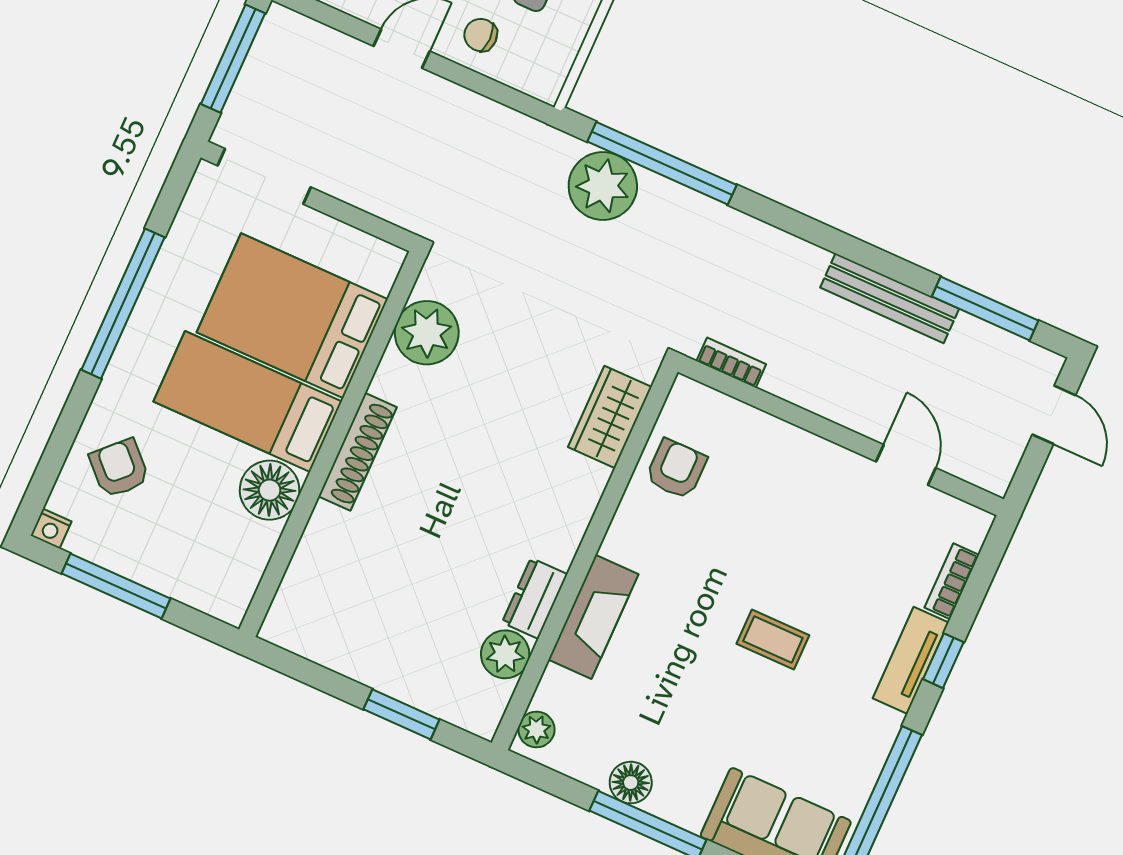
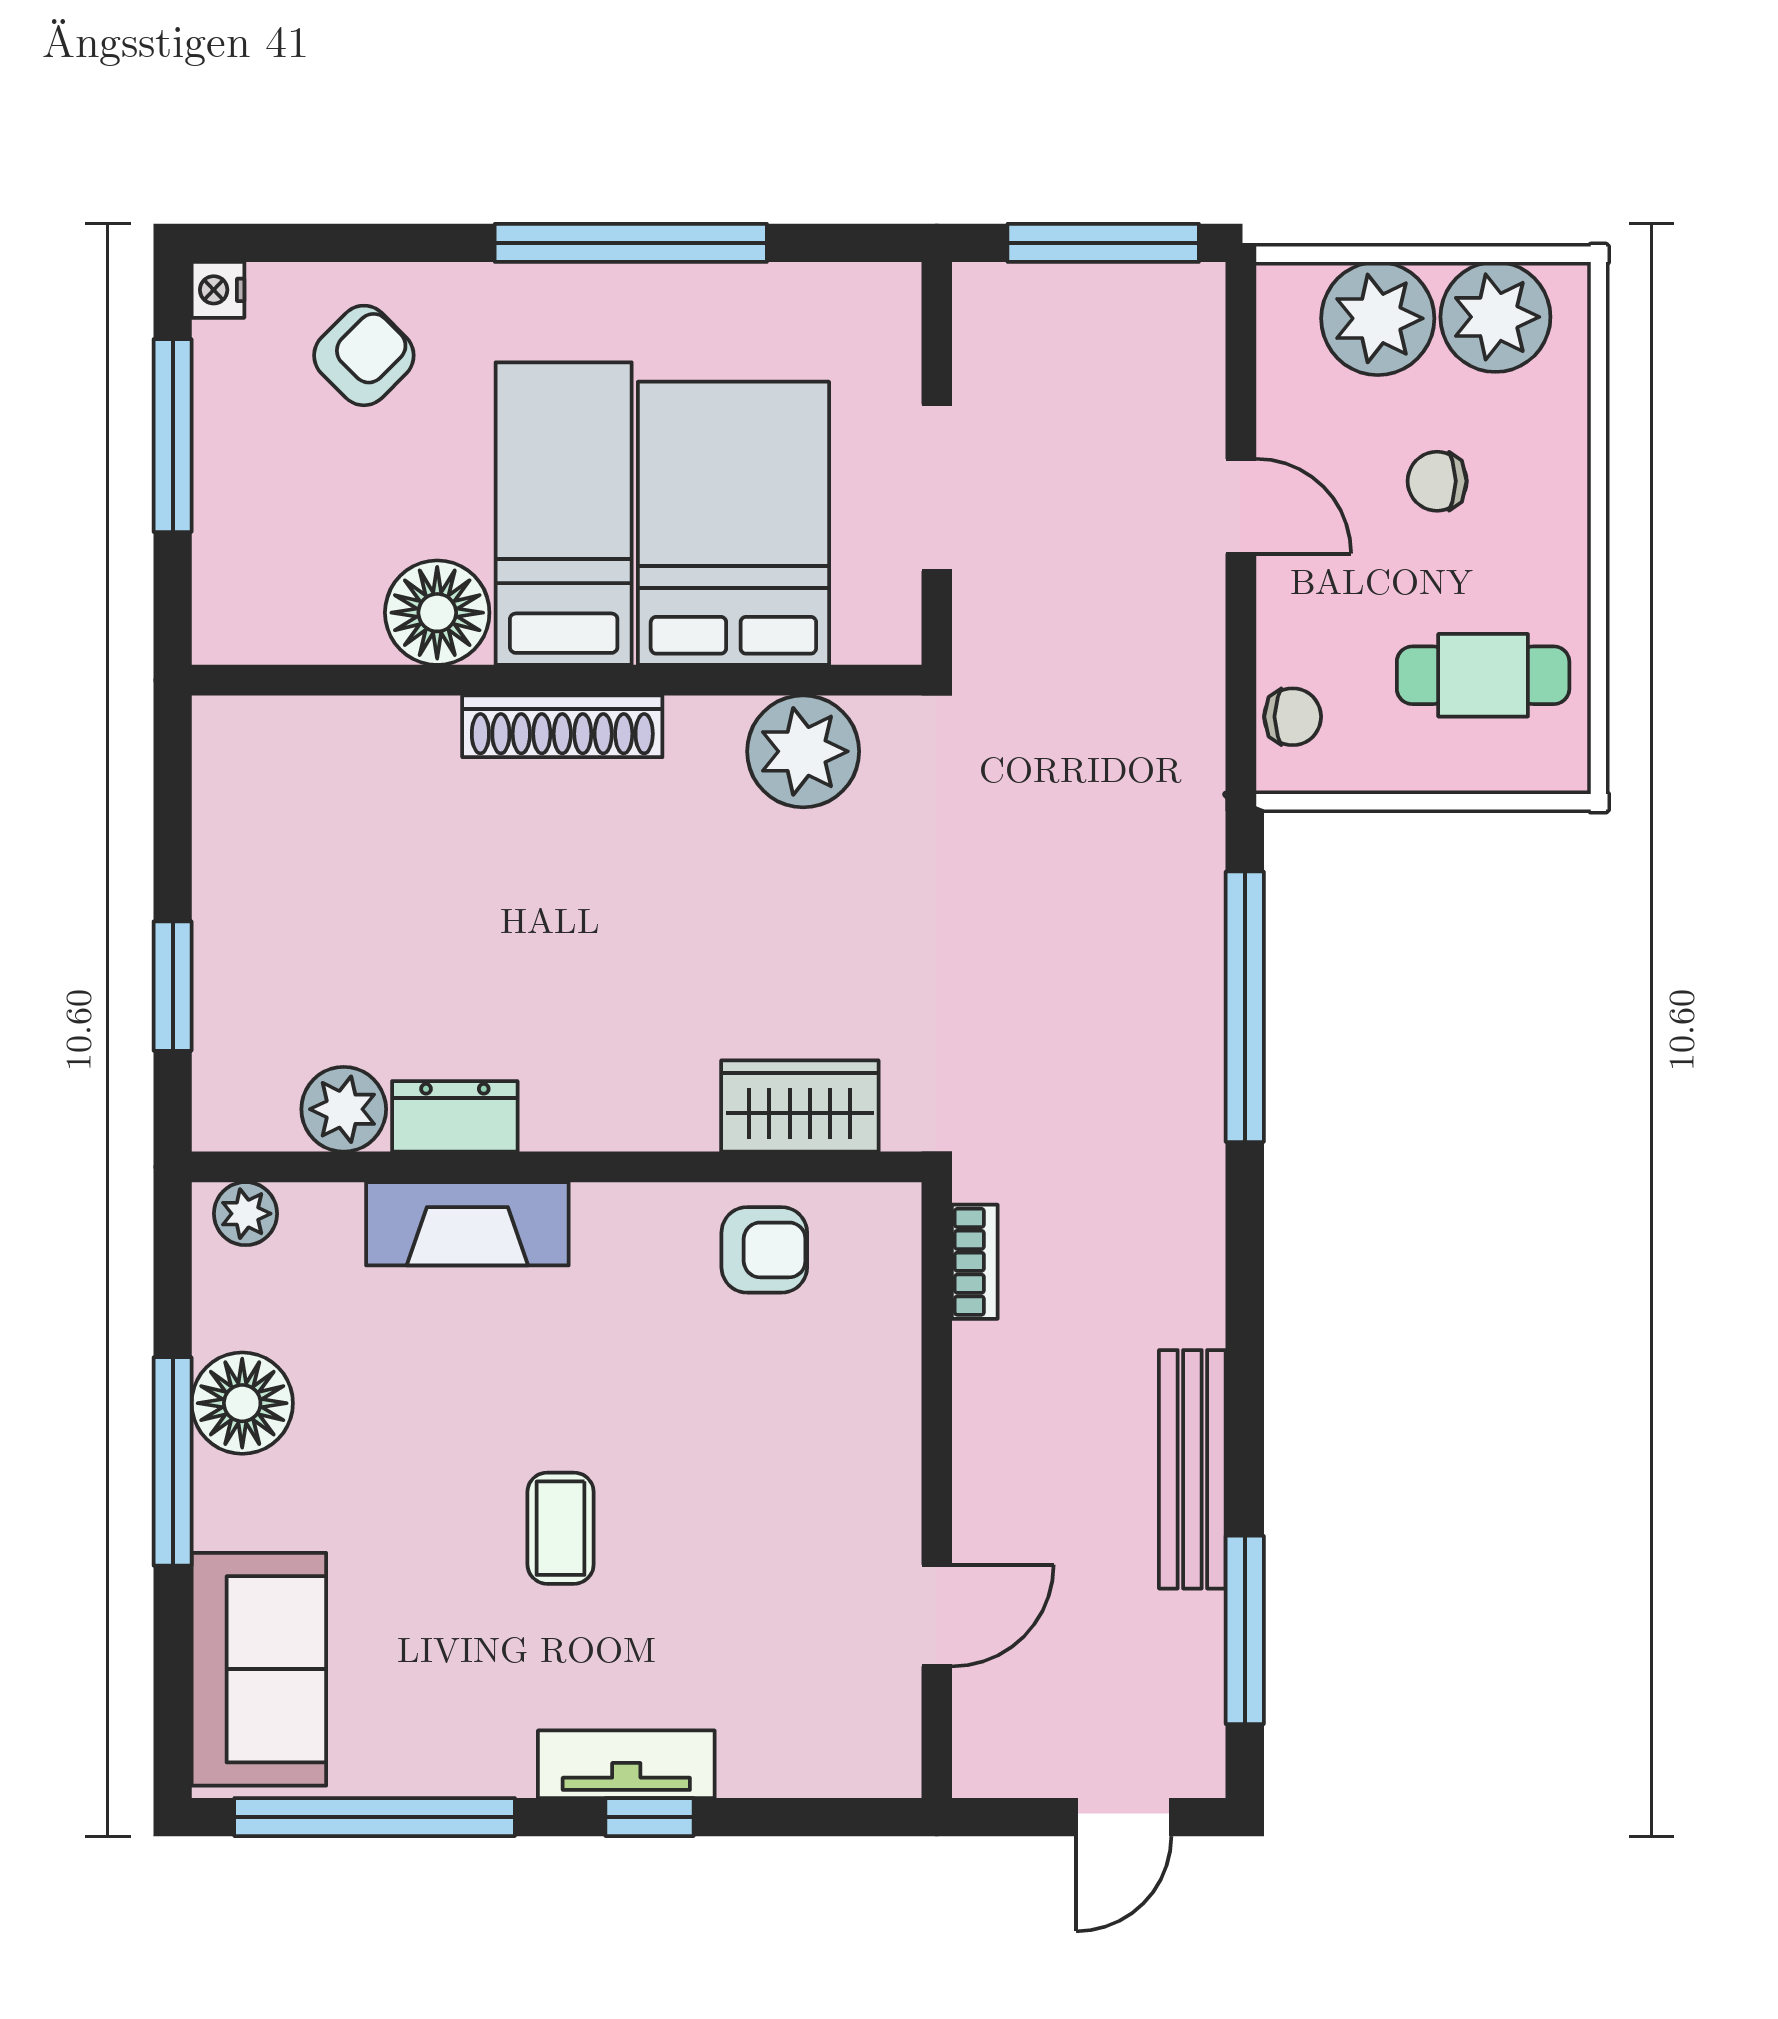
chair: (481, 35) -> (1293, 717), moved, turned 90
doorway: (264, 176) -> (937, 488), moved
plant: (603, 186) -> (1166, 928), removed
bookcase: (952, 581) -> (783, 1773), removed
floor lamp: (631, 783) -> (242, 1403), width x1.38, depth x1.38

